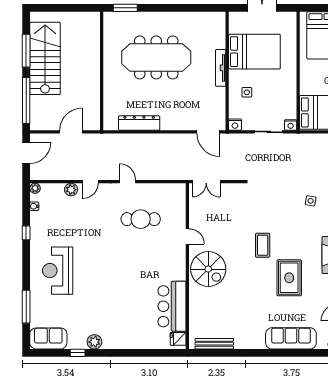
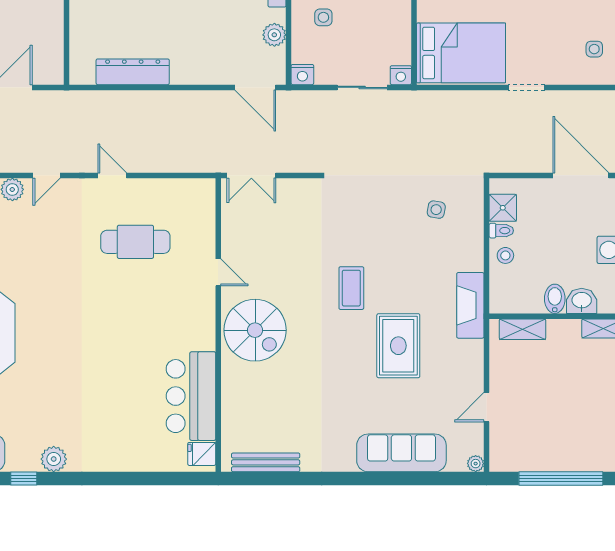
plant: (219, 102) -> (274, 35), added

